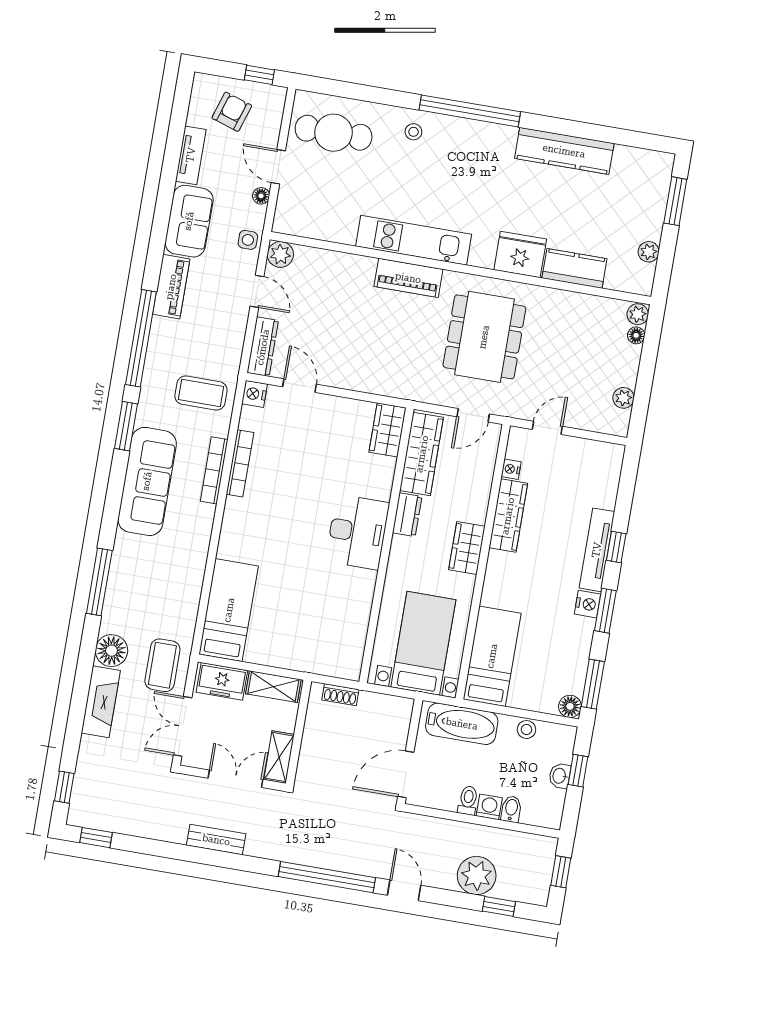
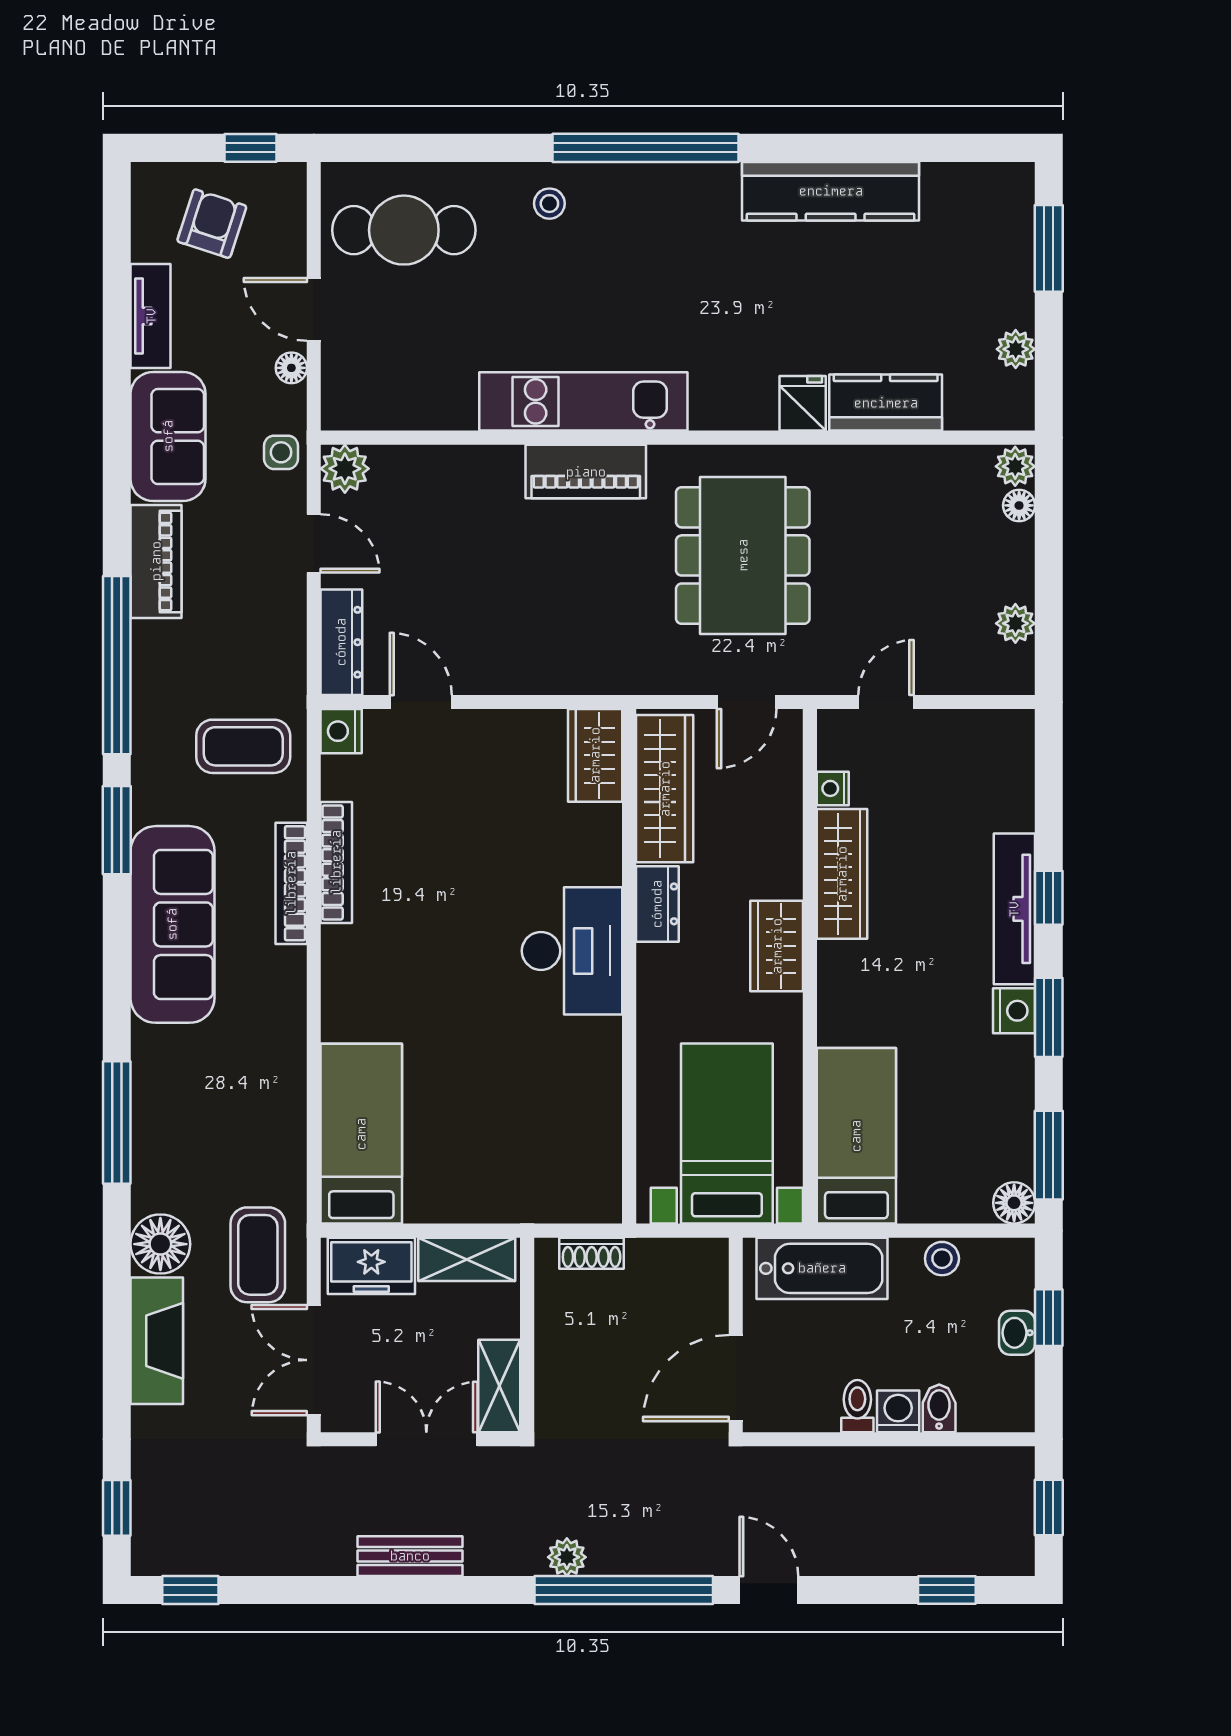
fridge: (520, 255) -> (803, 403), width x0.53, depth x0.75
plant: (477, 875) -> (567, 1557), moved, width x0.53, depth x0.53

